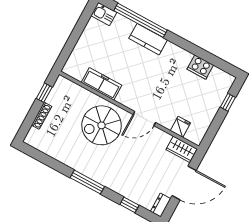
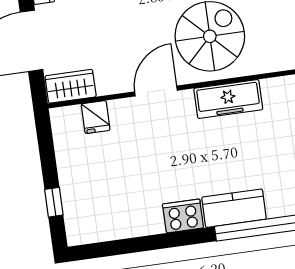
cooker: (200, 67) -> (183, 216), moved
freezer: (101, 84) -> (228, 99), moved

